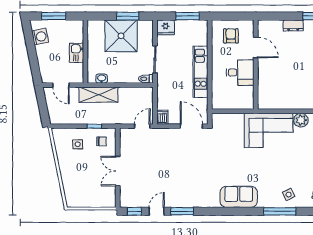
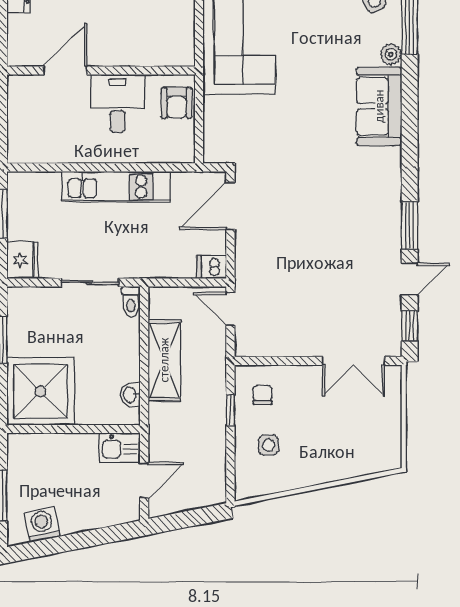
shower: (121, 36) -> (40, 391), moved
armchair: (231, 36) -> (177, 103), moved, turned -90
kitchen sink: (76, 53) -> (120, 448), moved
shelving: (99, 95) -> (164, 360), moved
double door: (118, 171) -> (353, 361), moved
plant: (263, 202) -> (391, 54), added
door: (157, 211) -> (410, 279), swing flipped

